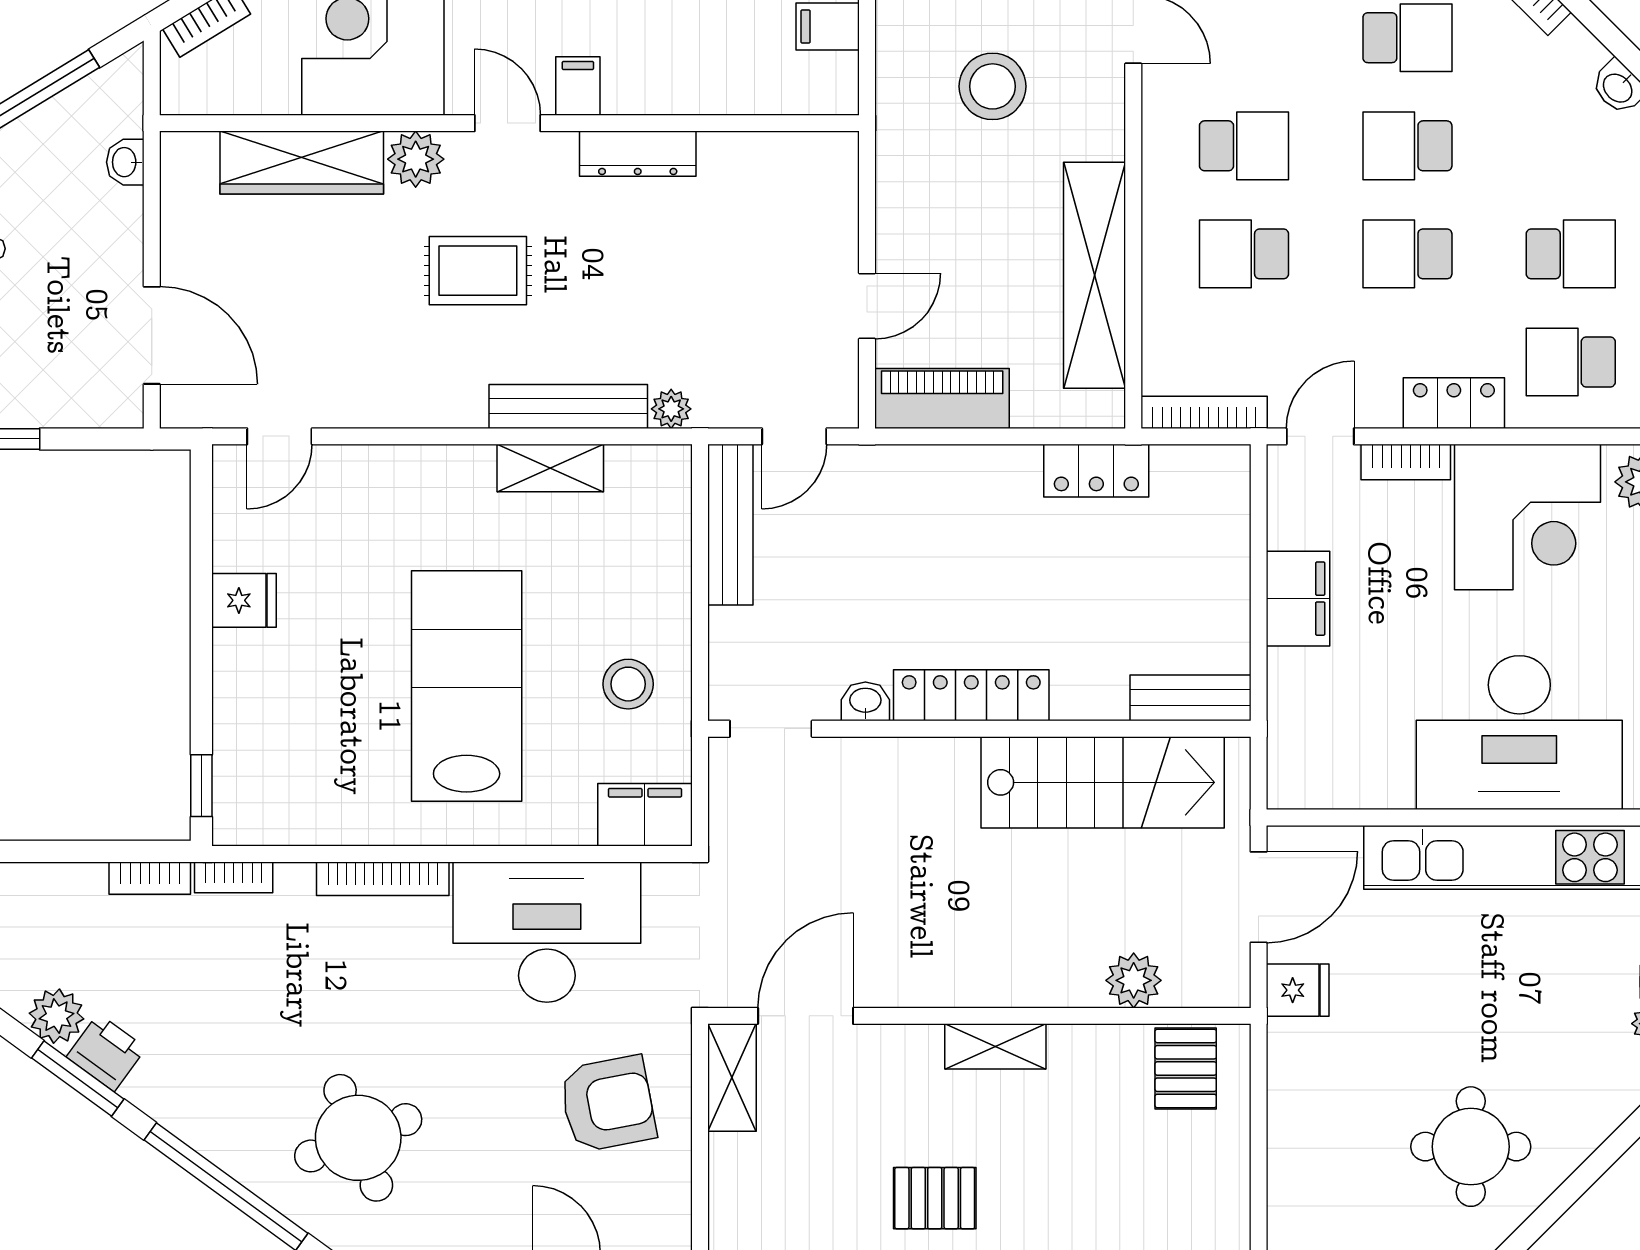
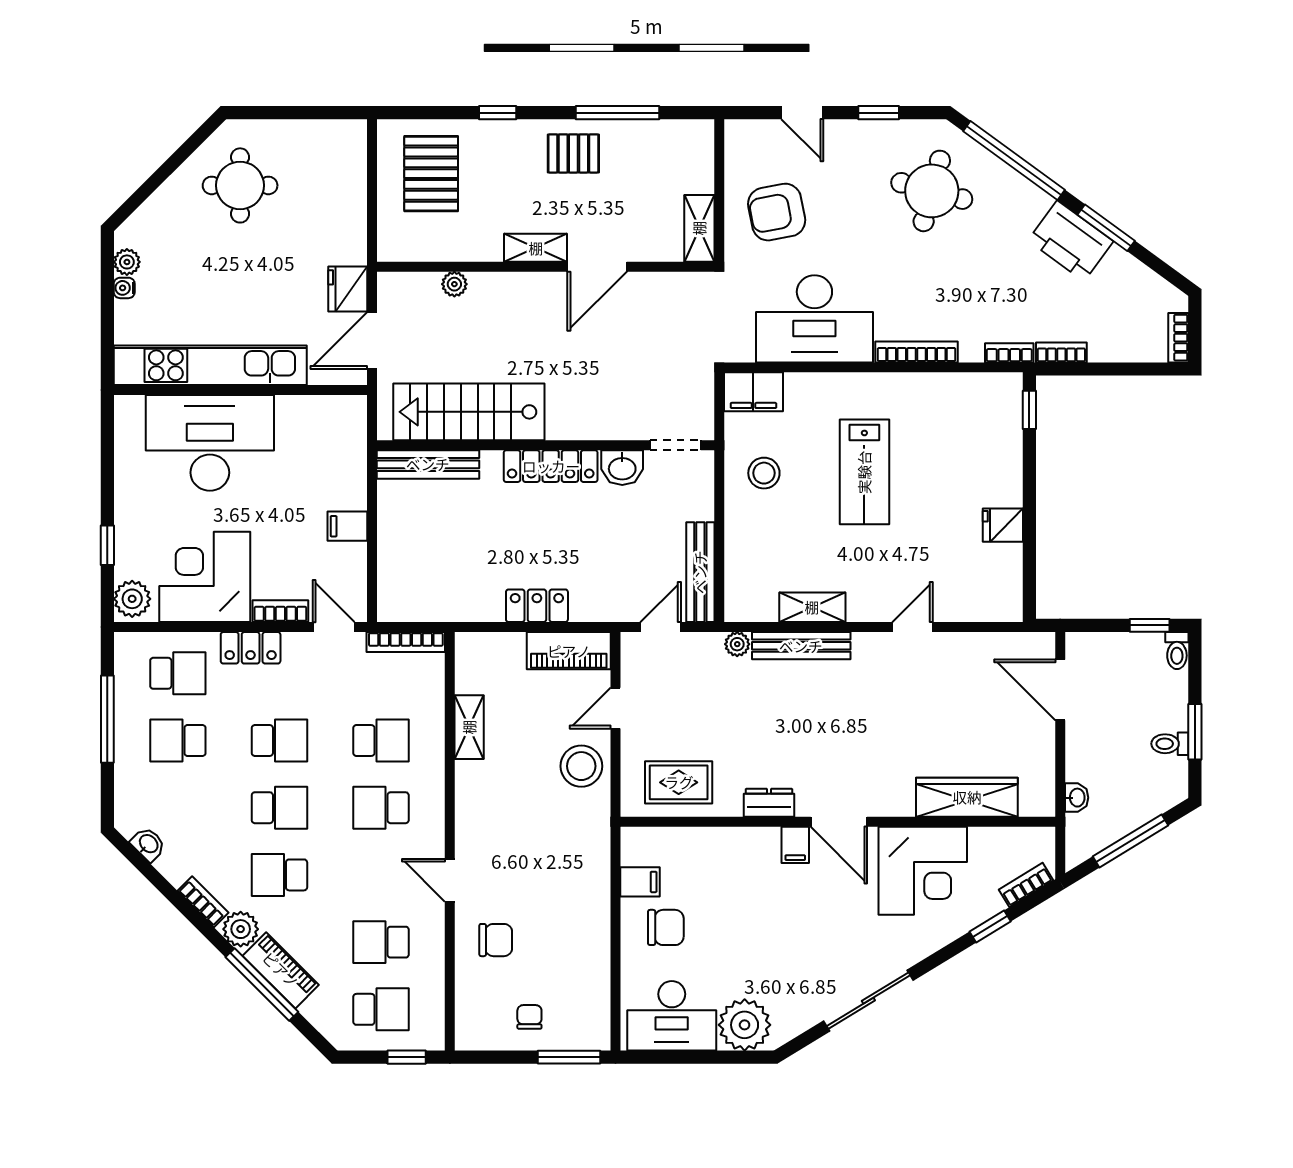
stool: (993, 86) -> (581, 766), moved
door: (508, 123) -> (839, 822), width x1.38
dresser: (638, 154) -> (769, 803), width x0.70
plant: (416, 159) -> (896, 799), removed
rug: (478, 271) -> (679, 782), moved
shelving: (1095, 275) -> (469, 727), width x0.45, depth x0.75
door: (279, 436) -> (913, 627), moved
door: (1320, 436) -> (334, 627), swing flipped
locker: (1096, 471) -> (537, 606), moved
filing cabinet: (1298, 599) -> (347, 526), width x0.50
lab bench: (467, 686) -> (864, 472), width x0.73, depth x0.72
bench: (1190, 698) -> (428, 464), width x1.36
washbasin: (865, 701) -> (622, 468), width x1.38, depth x1.45
plant: (1134, 980) -> (454, 284), width x0.73, depth x0.73
fridge: (1298, 990) -> (348, 289), width x1.38
plant: (56, 1016) -> (1119, 267), removed
door: (806, 1016) -> (597, 267), moved
printer: (106, 1053) -> (1071, 241), width x1.87, depth x1.48
pallet: (1186, 1068) -> (431, 174), moved, width x1.50, depth x1.42
round table: (358, 1138) -> (932, 191), turned 36

